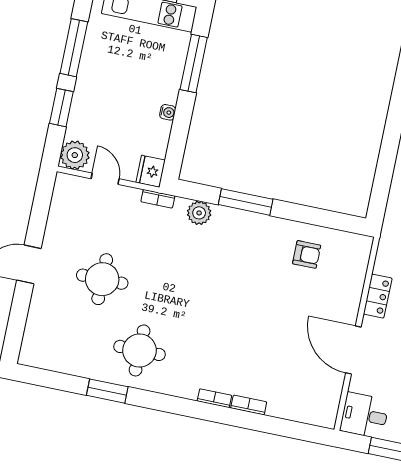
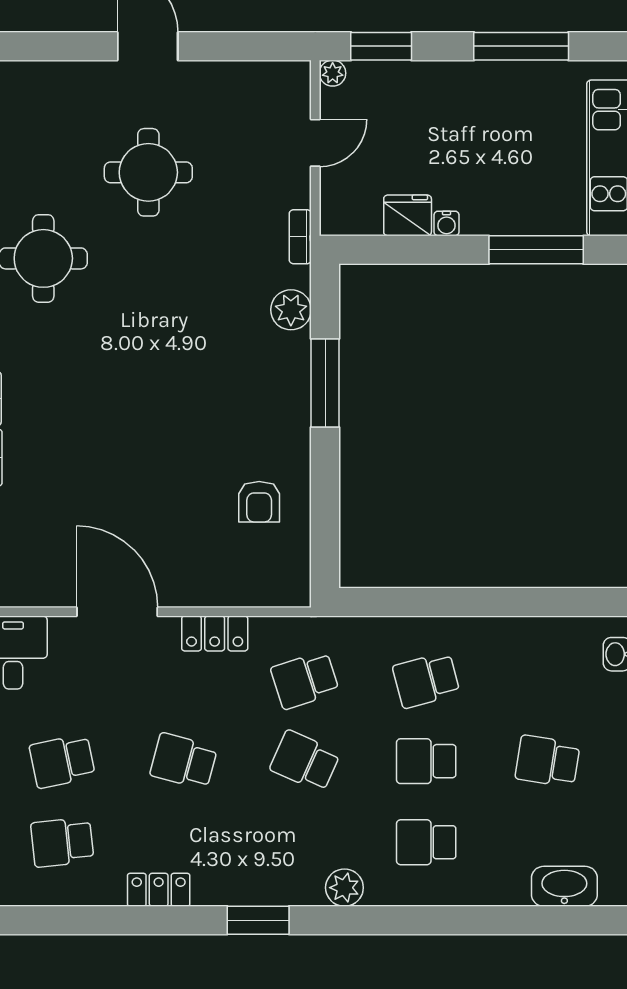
window: (61, 108) -> (381, 46), moved
plant: (75, 155) -> (333, 73), width x0.53, depth x0.53
fridge: (151, 171) -> (408, 215), moved
door: (353, 350) -> (117, 612), hinge flipped

